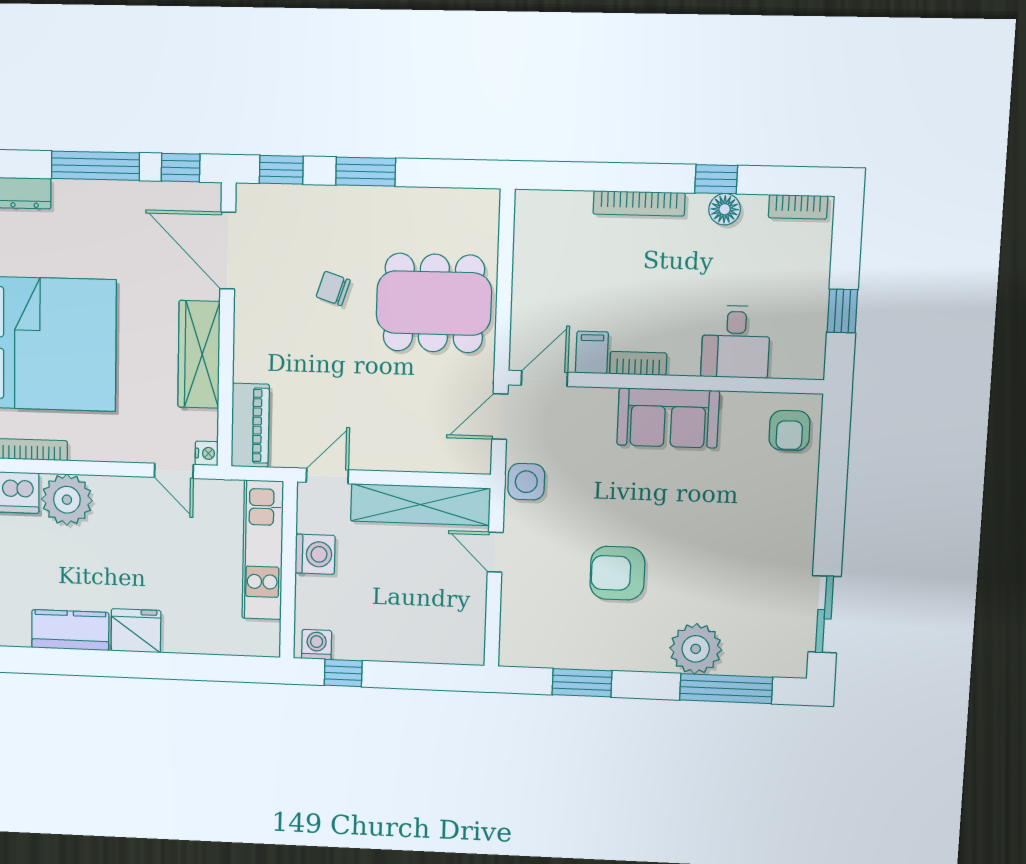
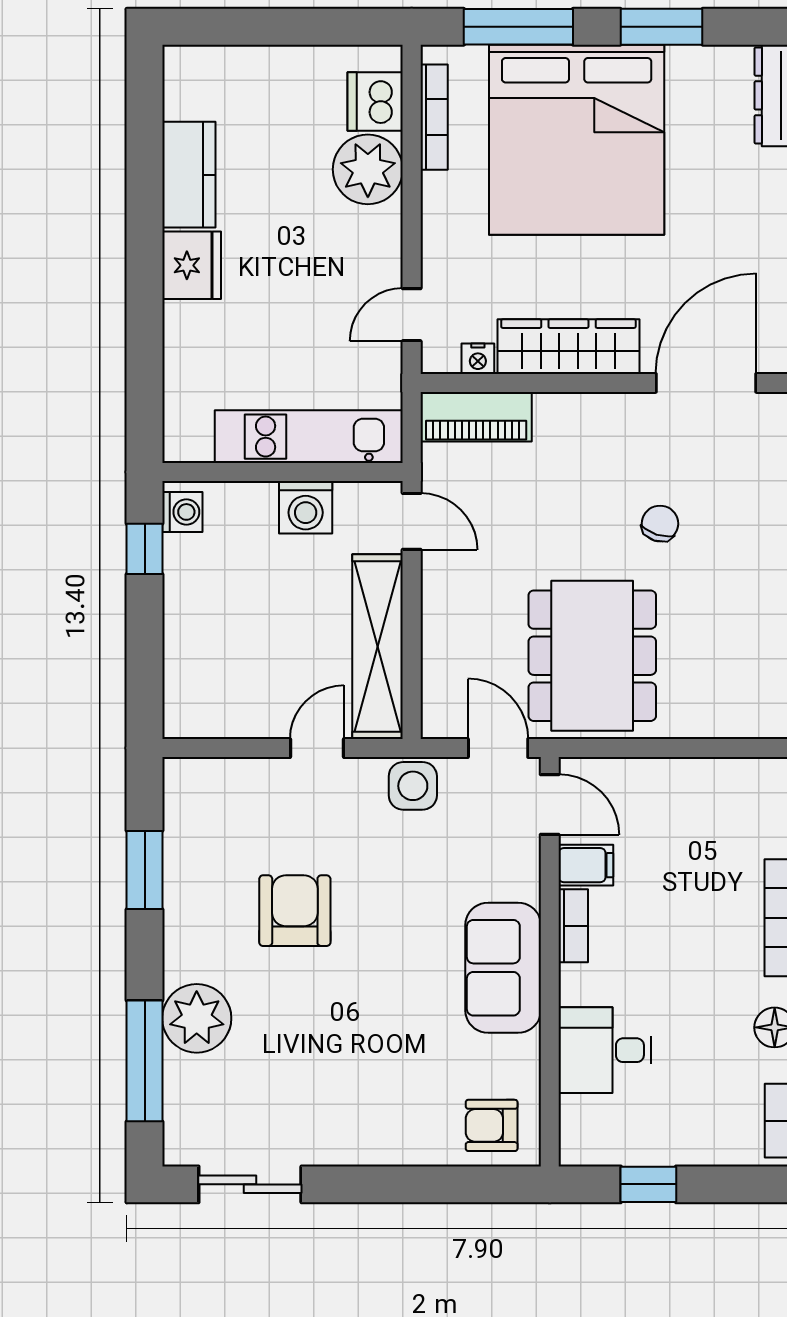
dining table: (434, 303) -> (592, 656), moved
nightstand: (207, 453) -> (478, 359), moved

